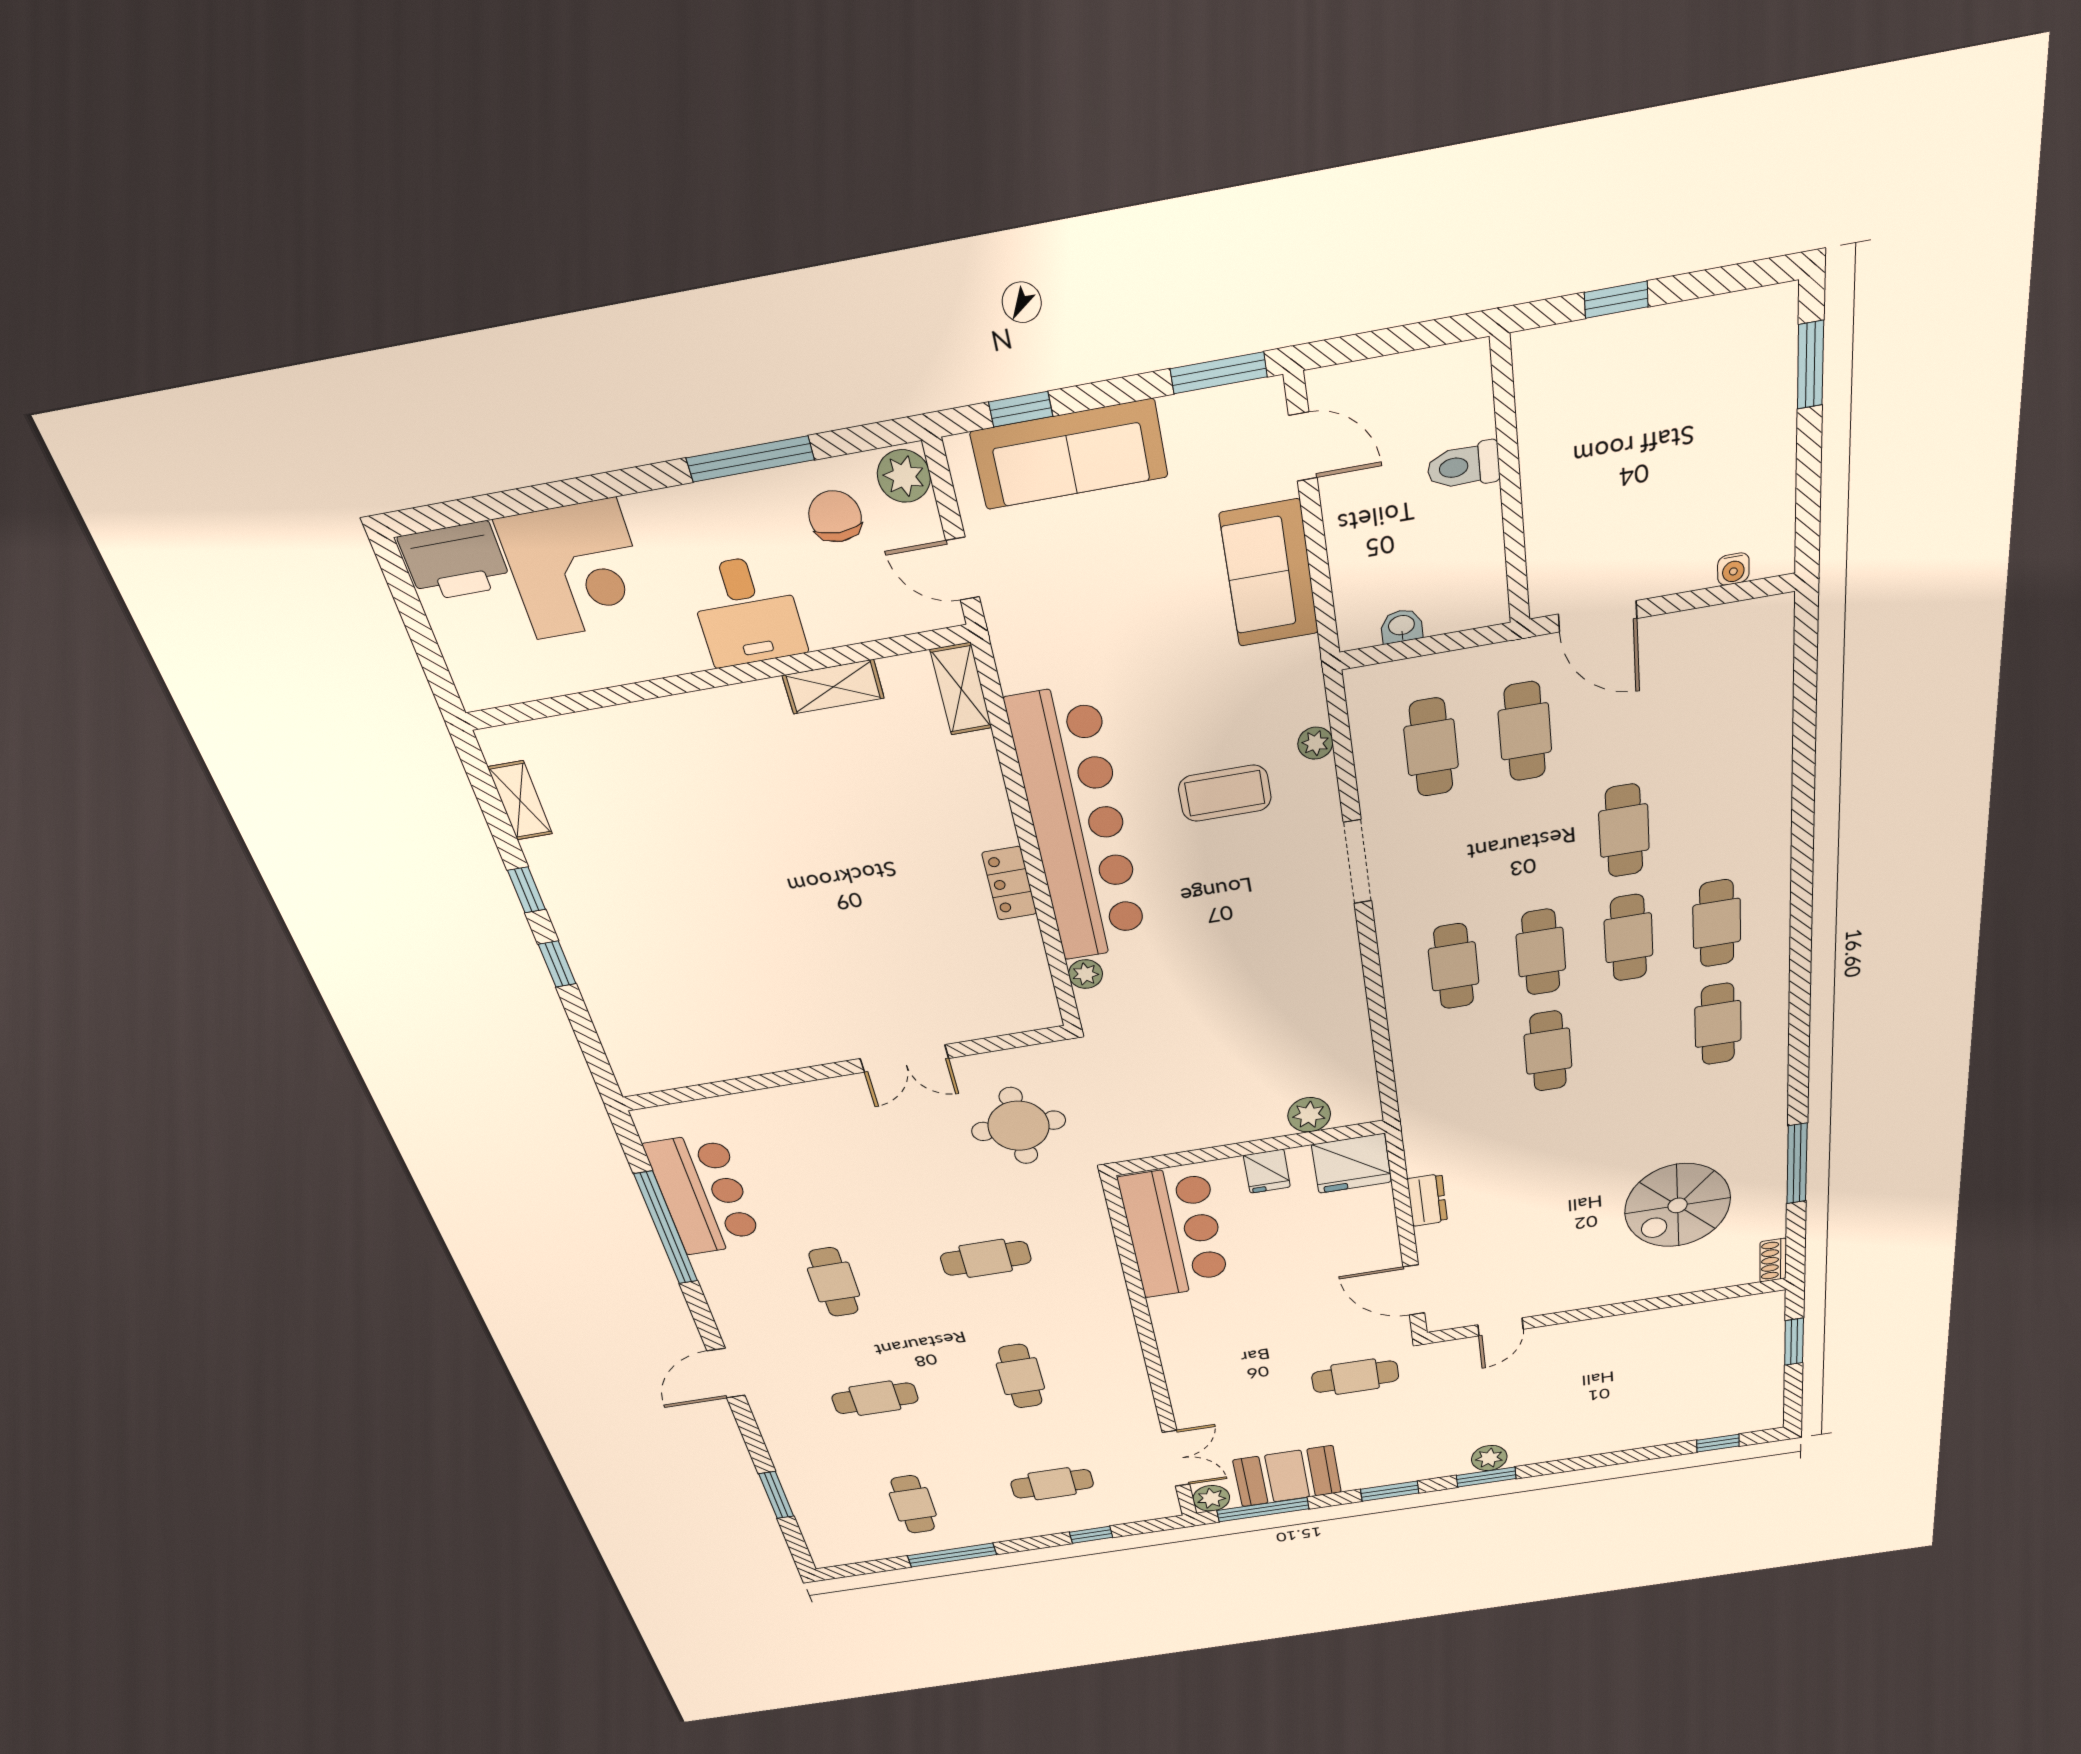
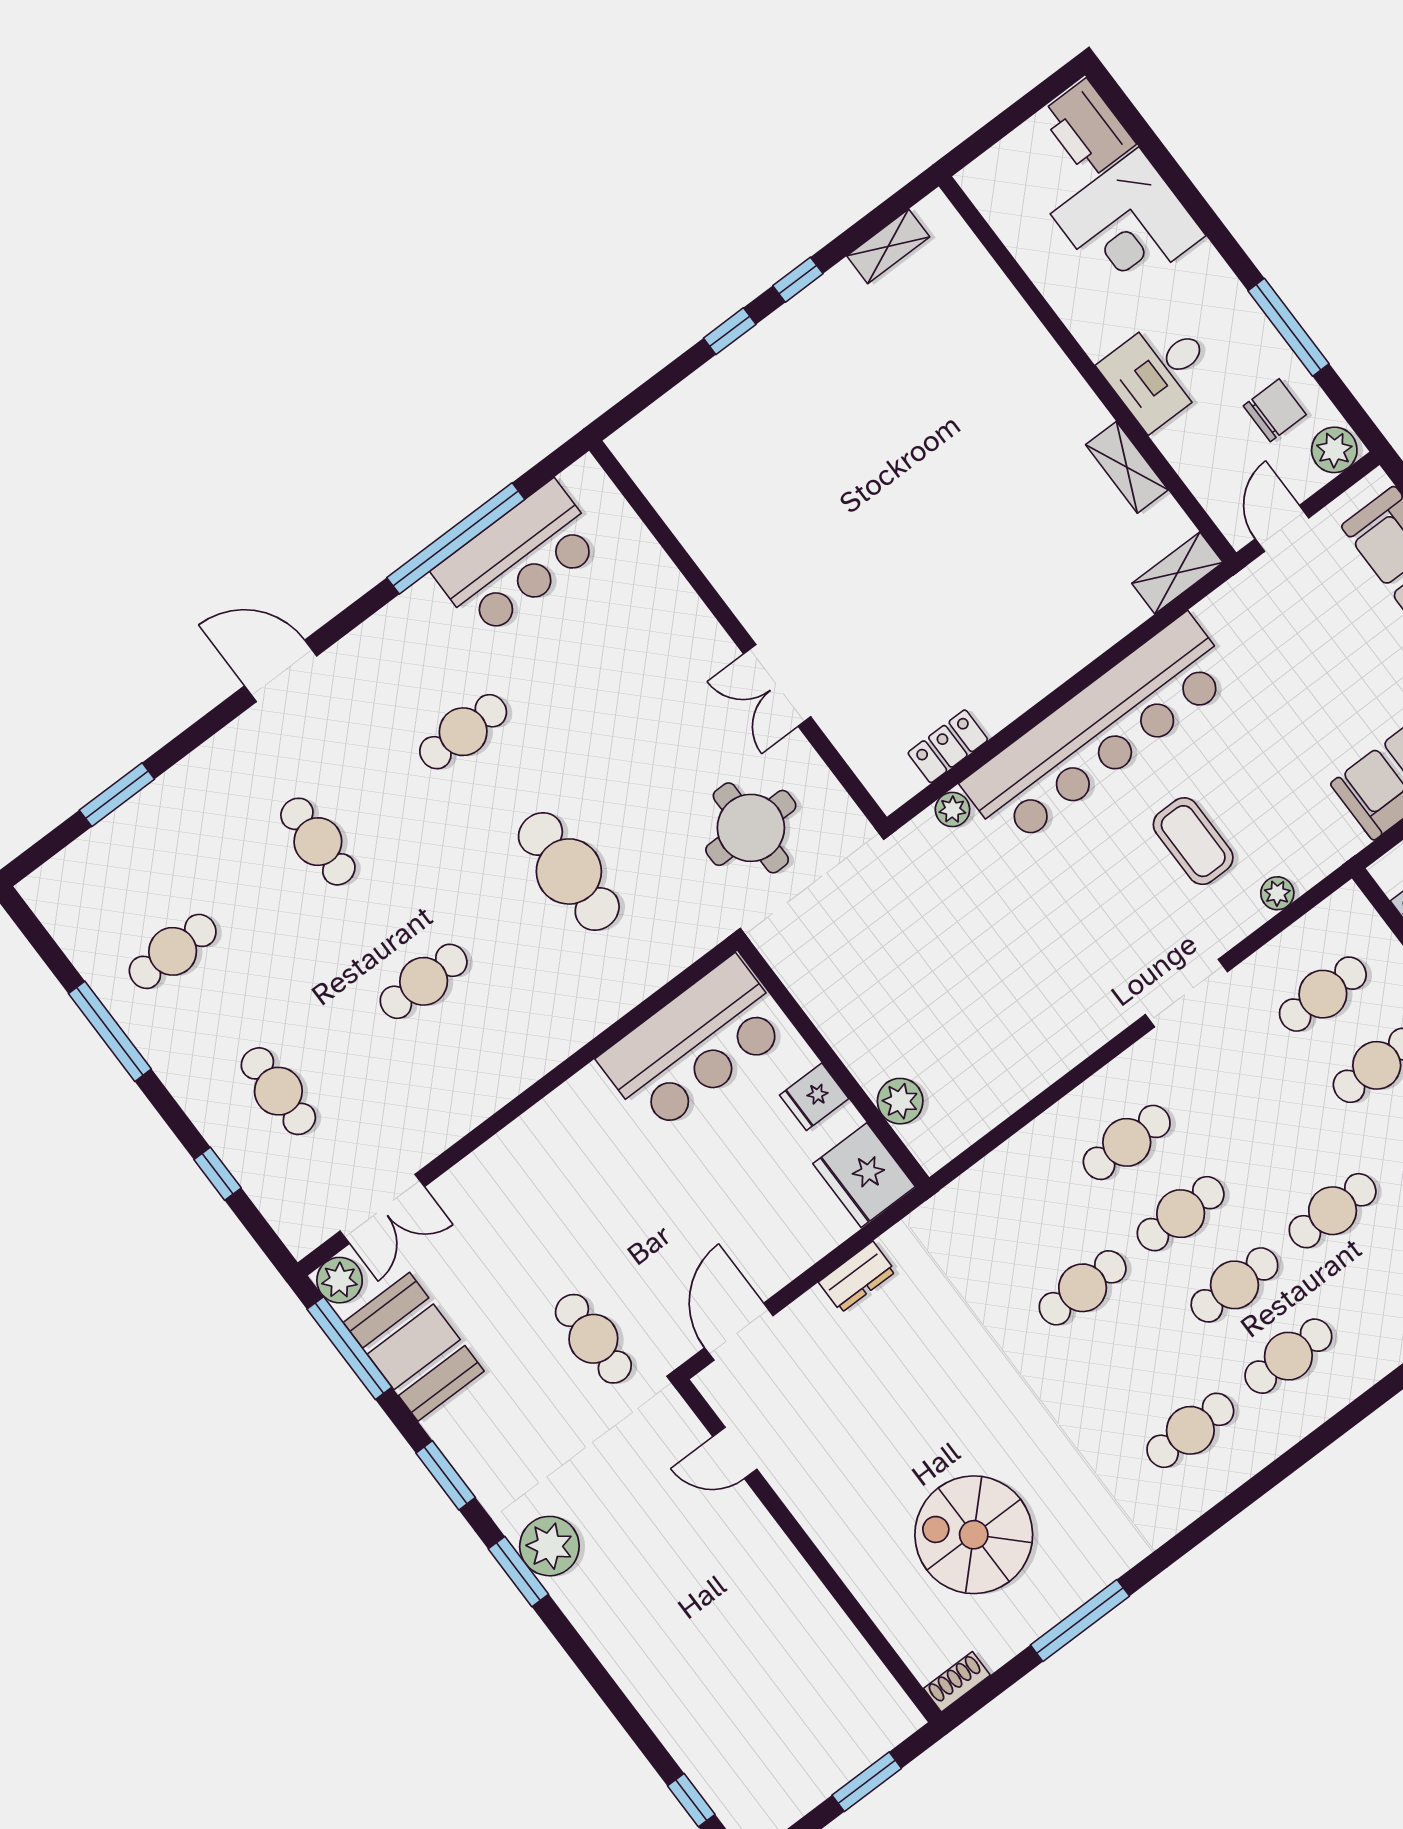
locker: (1009, 883) -> (948, 746), moved
cafe table: (986, 1258) -> (569, 871), width x1.37, depth x1.35
plant: (1489, 1458) -> (549, 1546), width x1.36, depth x1.36

